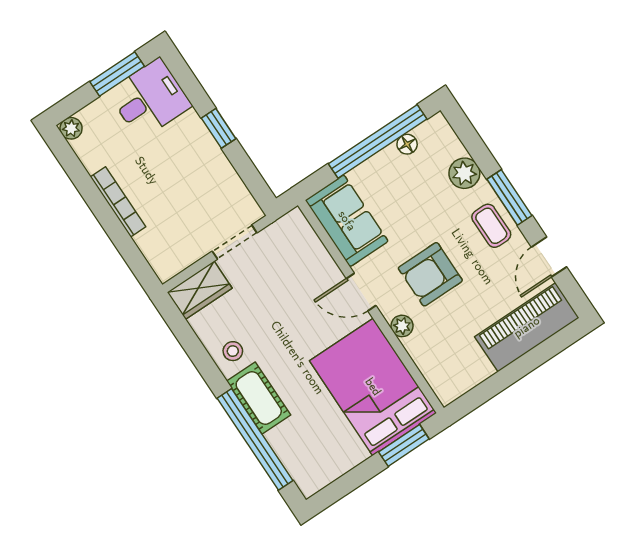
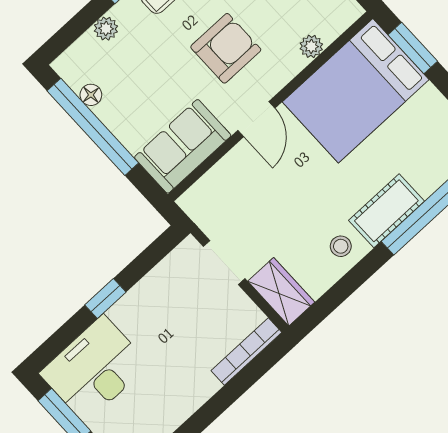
desk: (150, 99) -> (94, 369), width x1.37
plant: (464, 173) -> (106, 29), width x0.73, depth x0.73
bookcase: (118, 202) -> (246, 351), moved
armchair: (430, 274) -> (226, 48), turned -90
plant: (402, 326) -> (311, 46), moved

